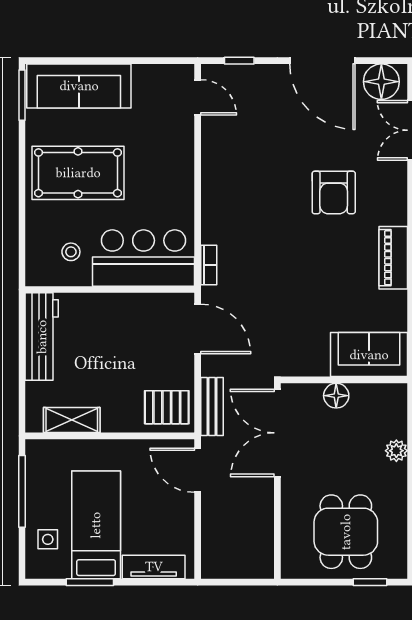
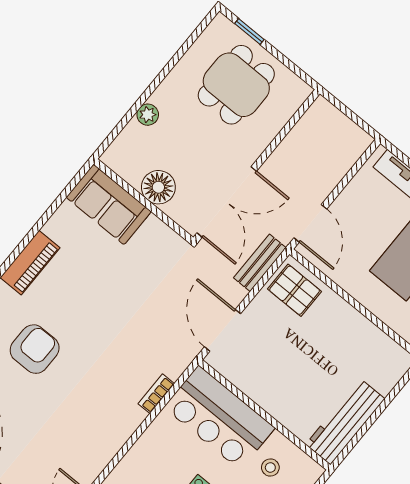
bookcase: (209, 265) -> (156, 394), moved
floor lamp: (336, 396) -> (158, 187), width x1.38, depth x1.38
shelving: (72, 420) -> (374, 340), removed

